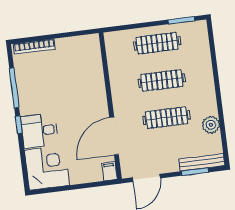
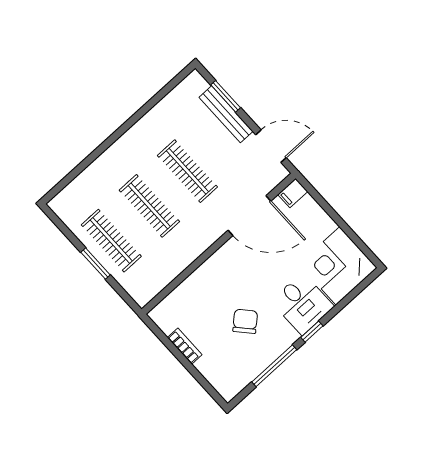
window: (181, 20) -> (96, 264), moved
bookcase: (34, 46) -> (185, 346), moved, width x0.64
chair: (53, 89) -> (245, 321), added
plant: (211, 125) -> (160, 116), removed
bench: (202, 162) -> (226, 114), moved

